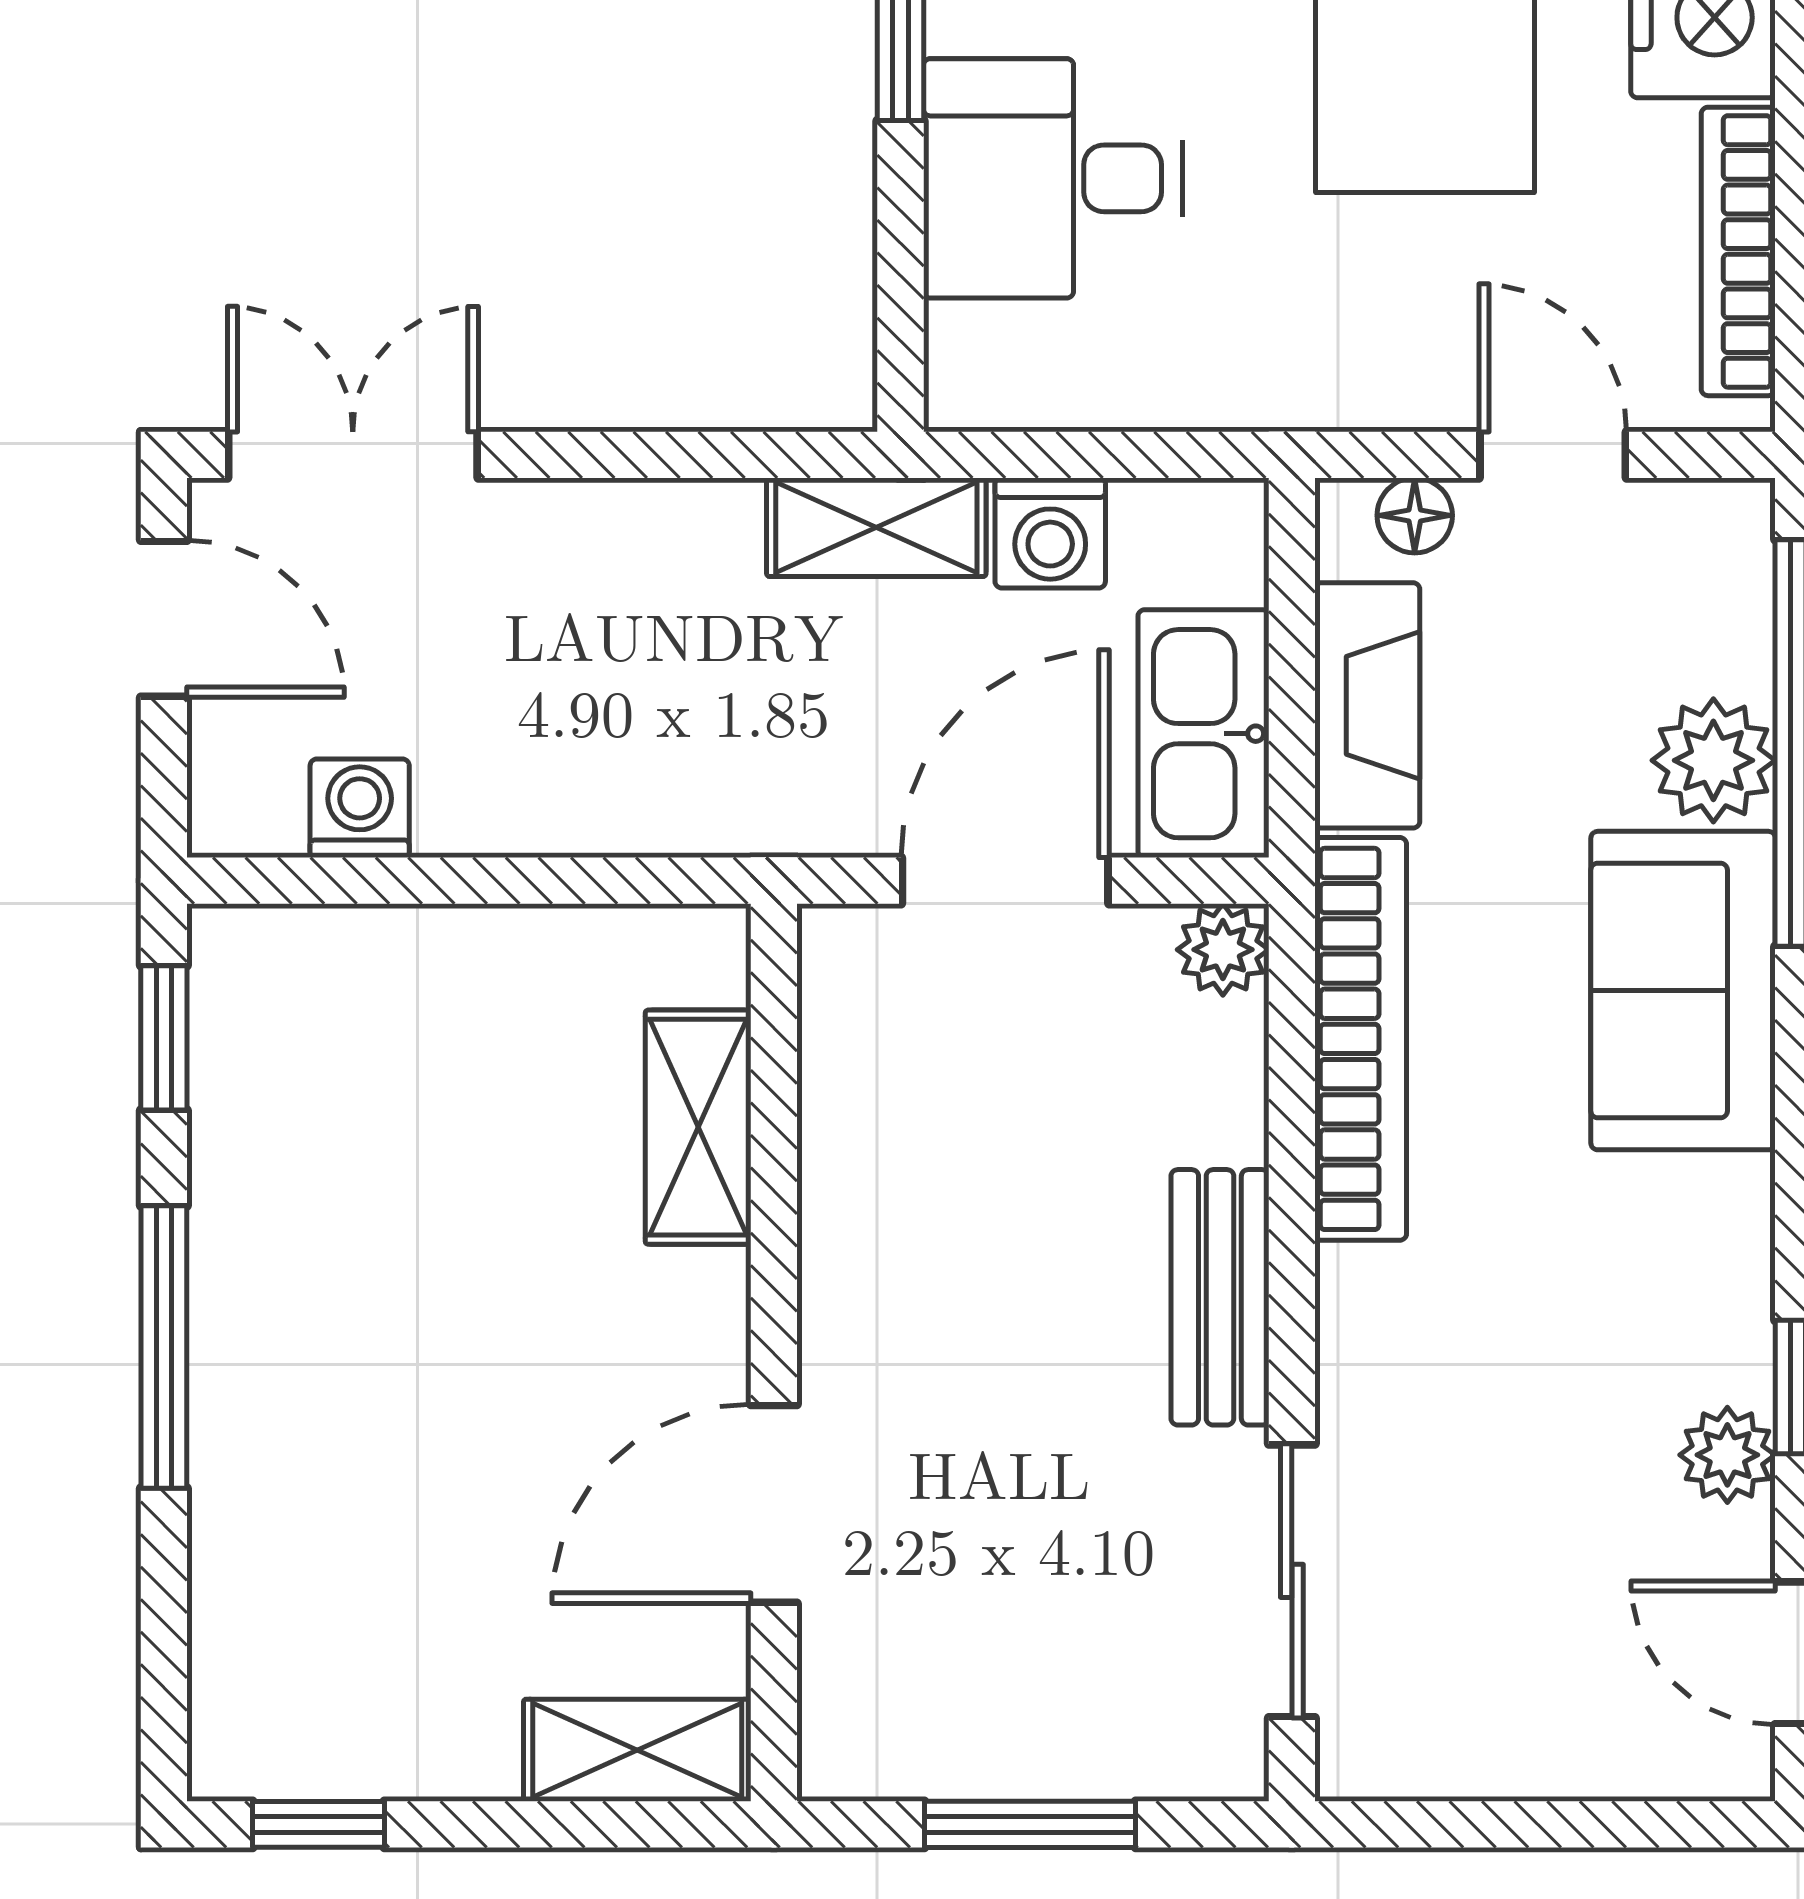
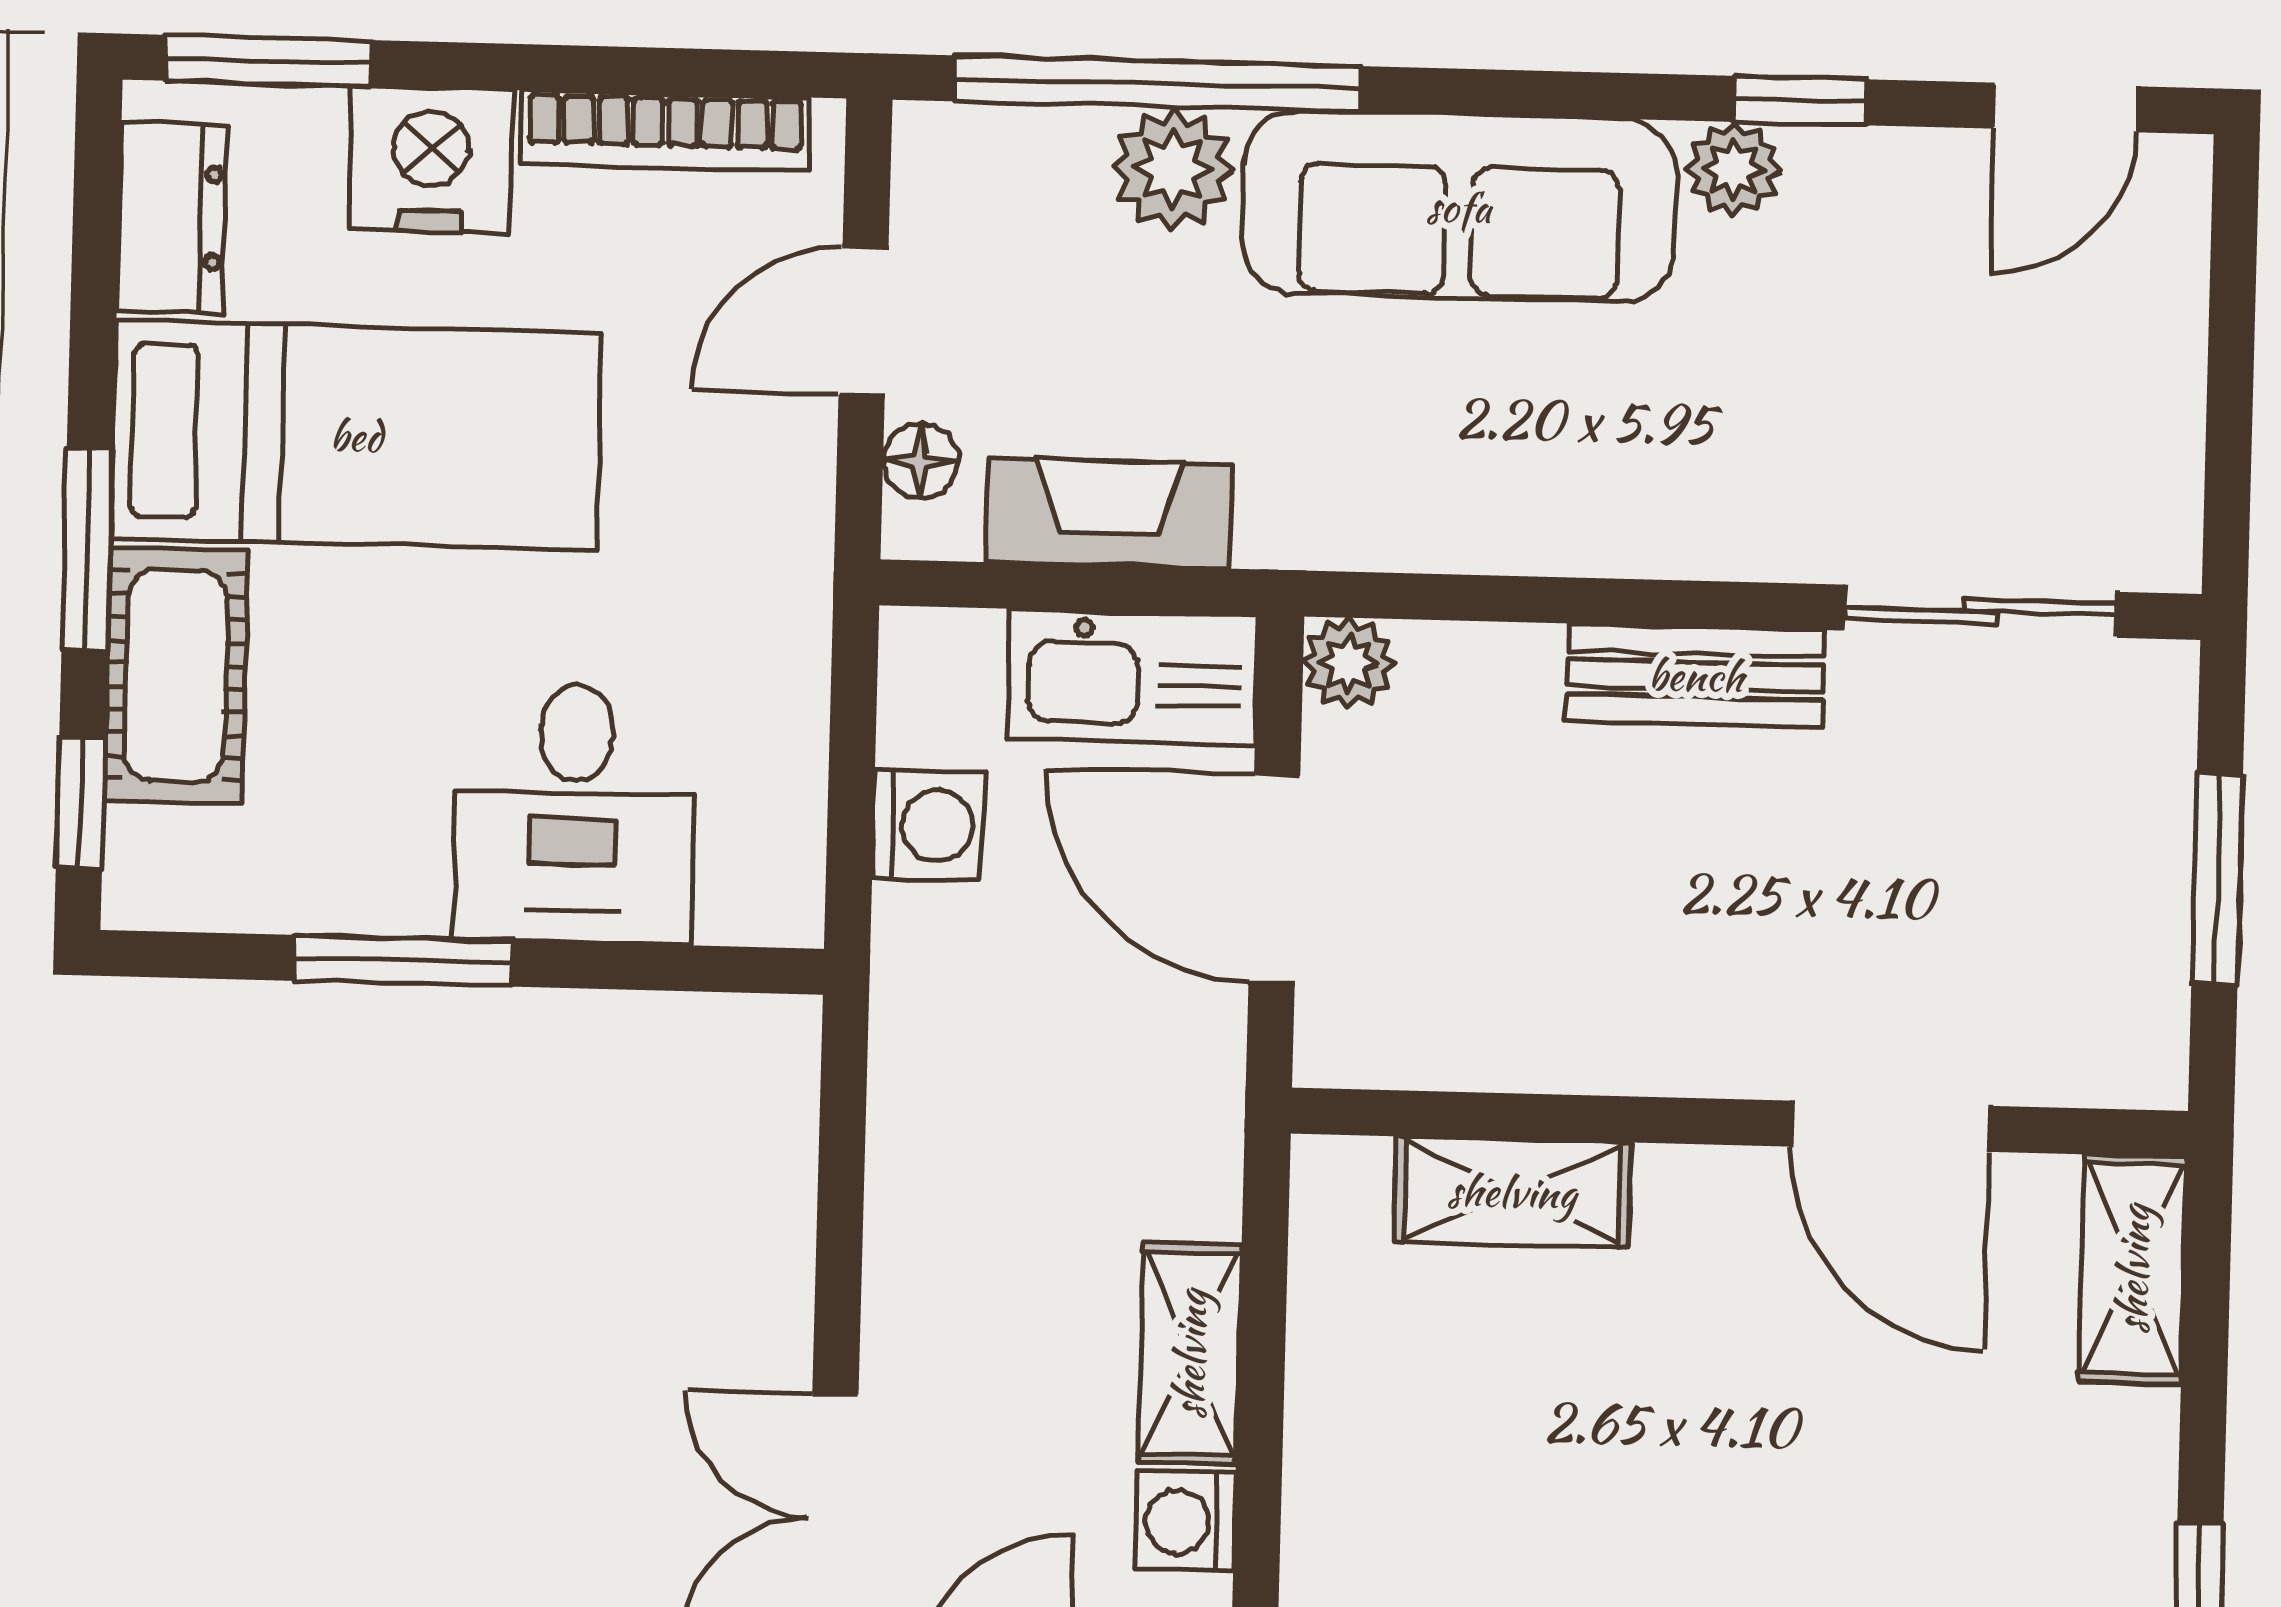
shelving: (876, 527) -> (1190, 1354), moved
sofa: (1683, 991) -> (1459, 207), width x1.36
bookcase: (1361, 1039) -> (1442, 528), removed
plant: (1727, 1455) -> (1734, 170), moved

